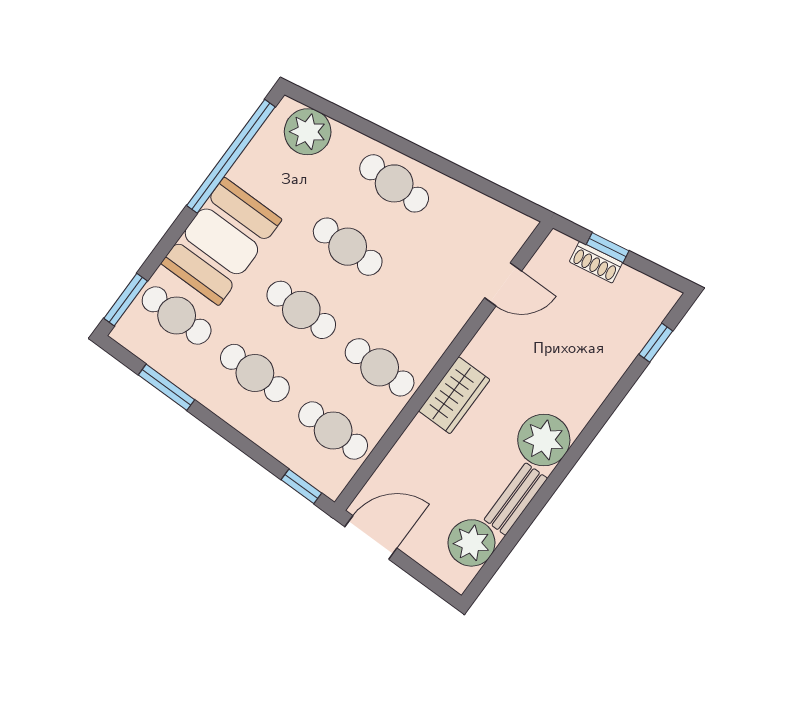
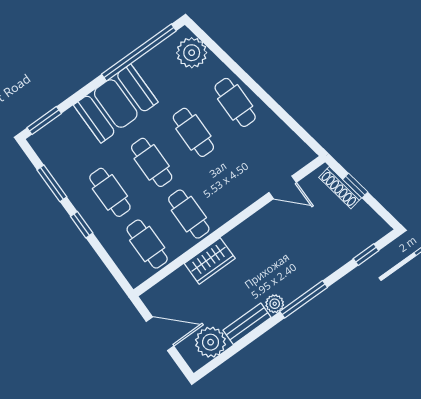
shoe rack: (596, 262) -> (340, 188), width x1.43
cafe table: (177, 315) -> (73, 141), removed
wardrobe: (454, 395) -> (210, 261), moved
window: (586, 437) -> (304, 299), added
plant: (544, 440) -> (275, 304), width x0.53, depth x0.53
window: (301, 486) -> (82, 225), moved
door: (371, 537) -> (160, 334), moved

